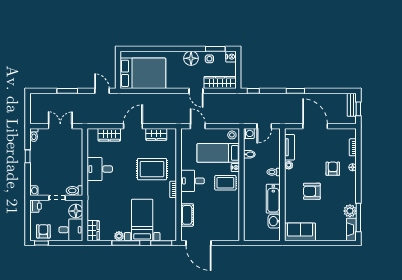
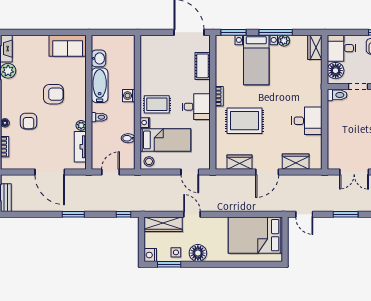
washing machine: (249, 133) -> (129, 96), moved

